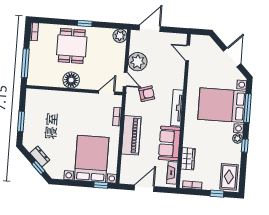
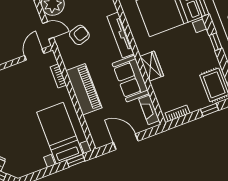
plant: (238, 139) -> (204, 38), removed
bed with nightstands: (92, 159) -> (60, 133), width x0.73
wardrobe: (188, 159) -> (152, 66), moved
door: (144, 188) -> (126, 142), hinge flipped

